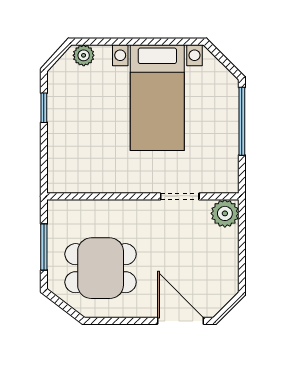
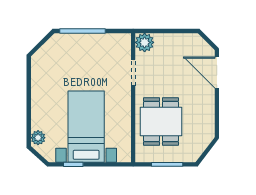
bed with nightstands: (157, 98) -> (86, 127), moved, turned -90
dining table: (101, 268) -> (161, 121), moved
door: (180, 321) -> (217, 72), hinge flipped

